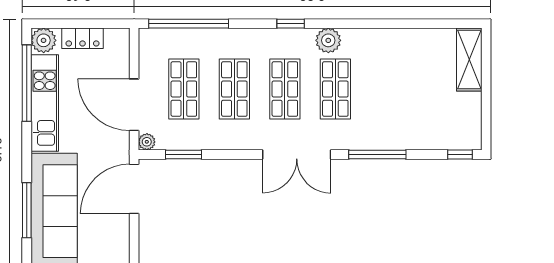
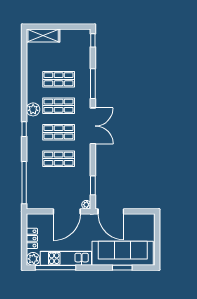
shop shelf: (184, 89) -> (59, 79), moved
window: (27, 210) -> (122, 268), width x0.69

